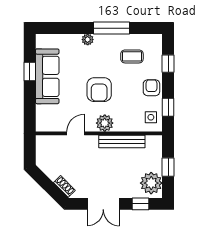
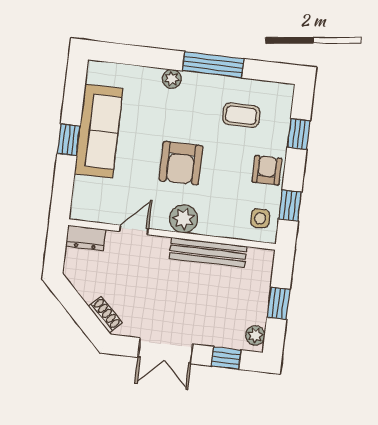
window: (30, 71) -> (69, 140), moved
dresser: (47, 142) -> (86, 238), added
plant: (151, 183) -> (255, 335), width x0.53, depth x0.53

